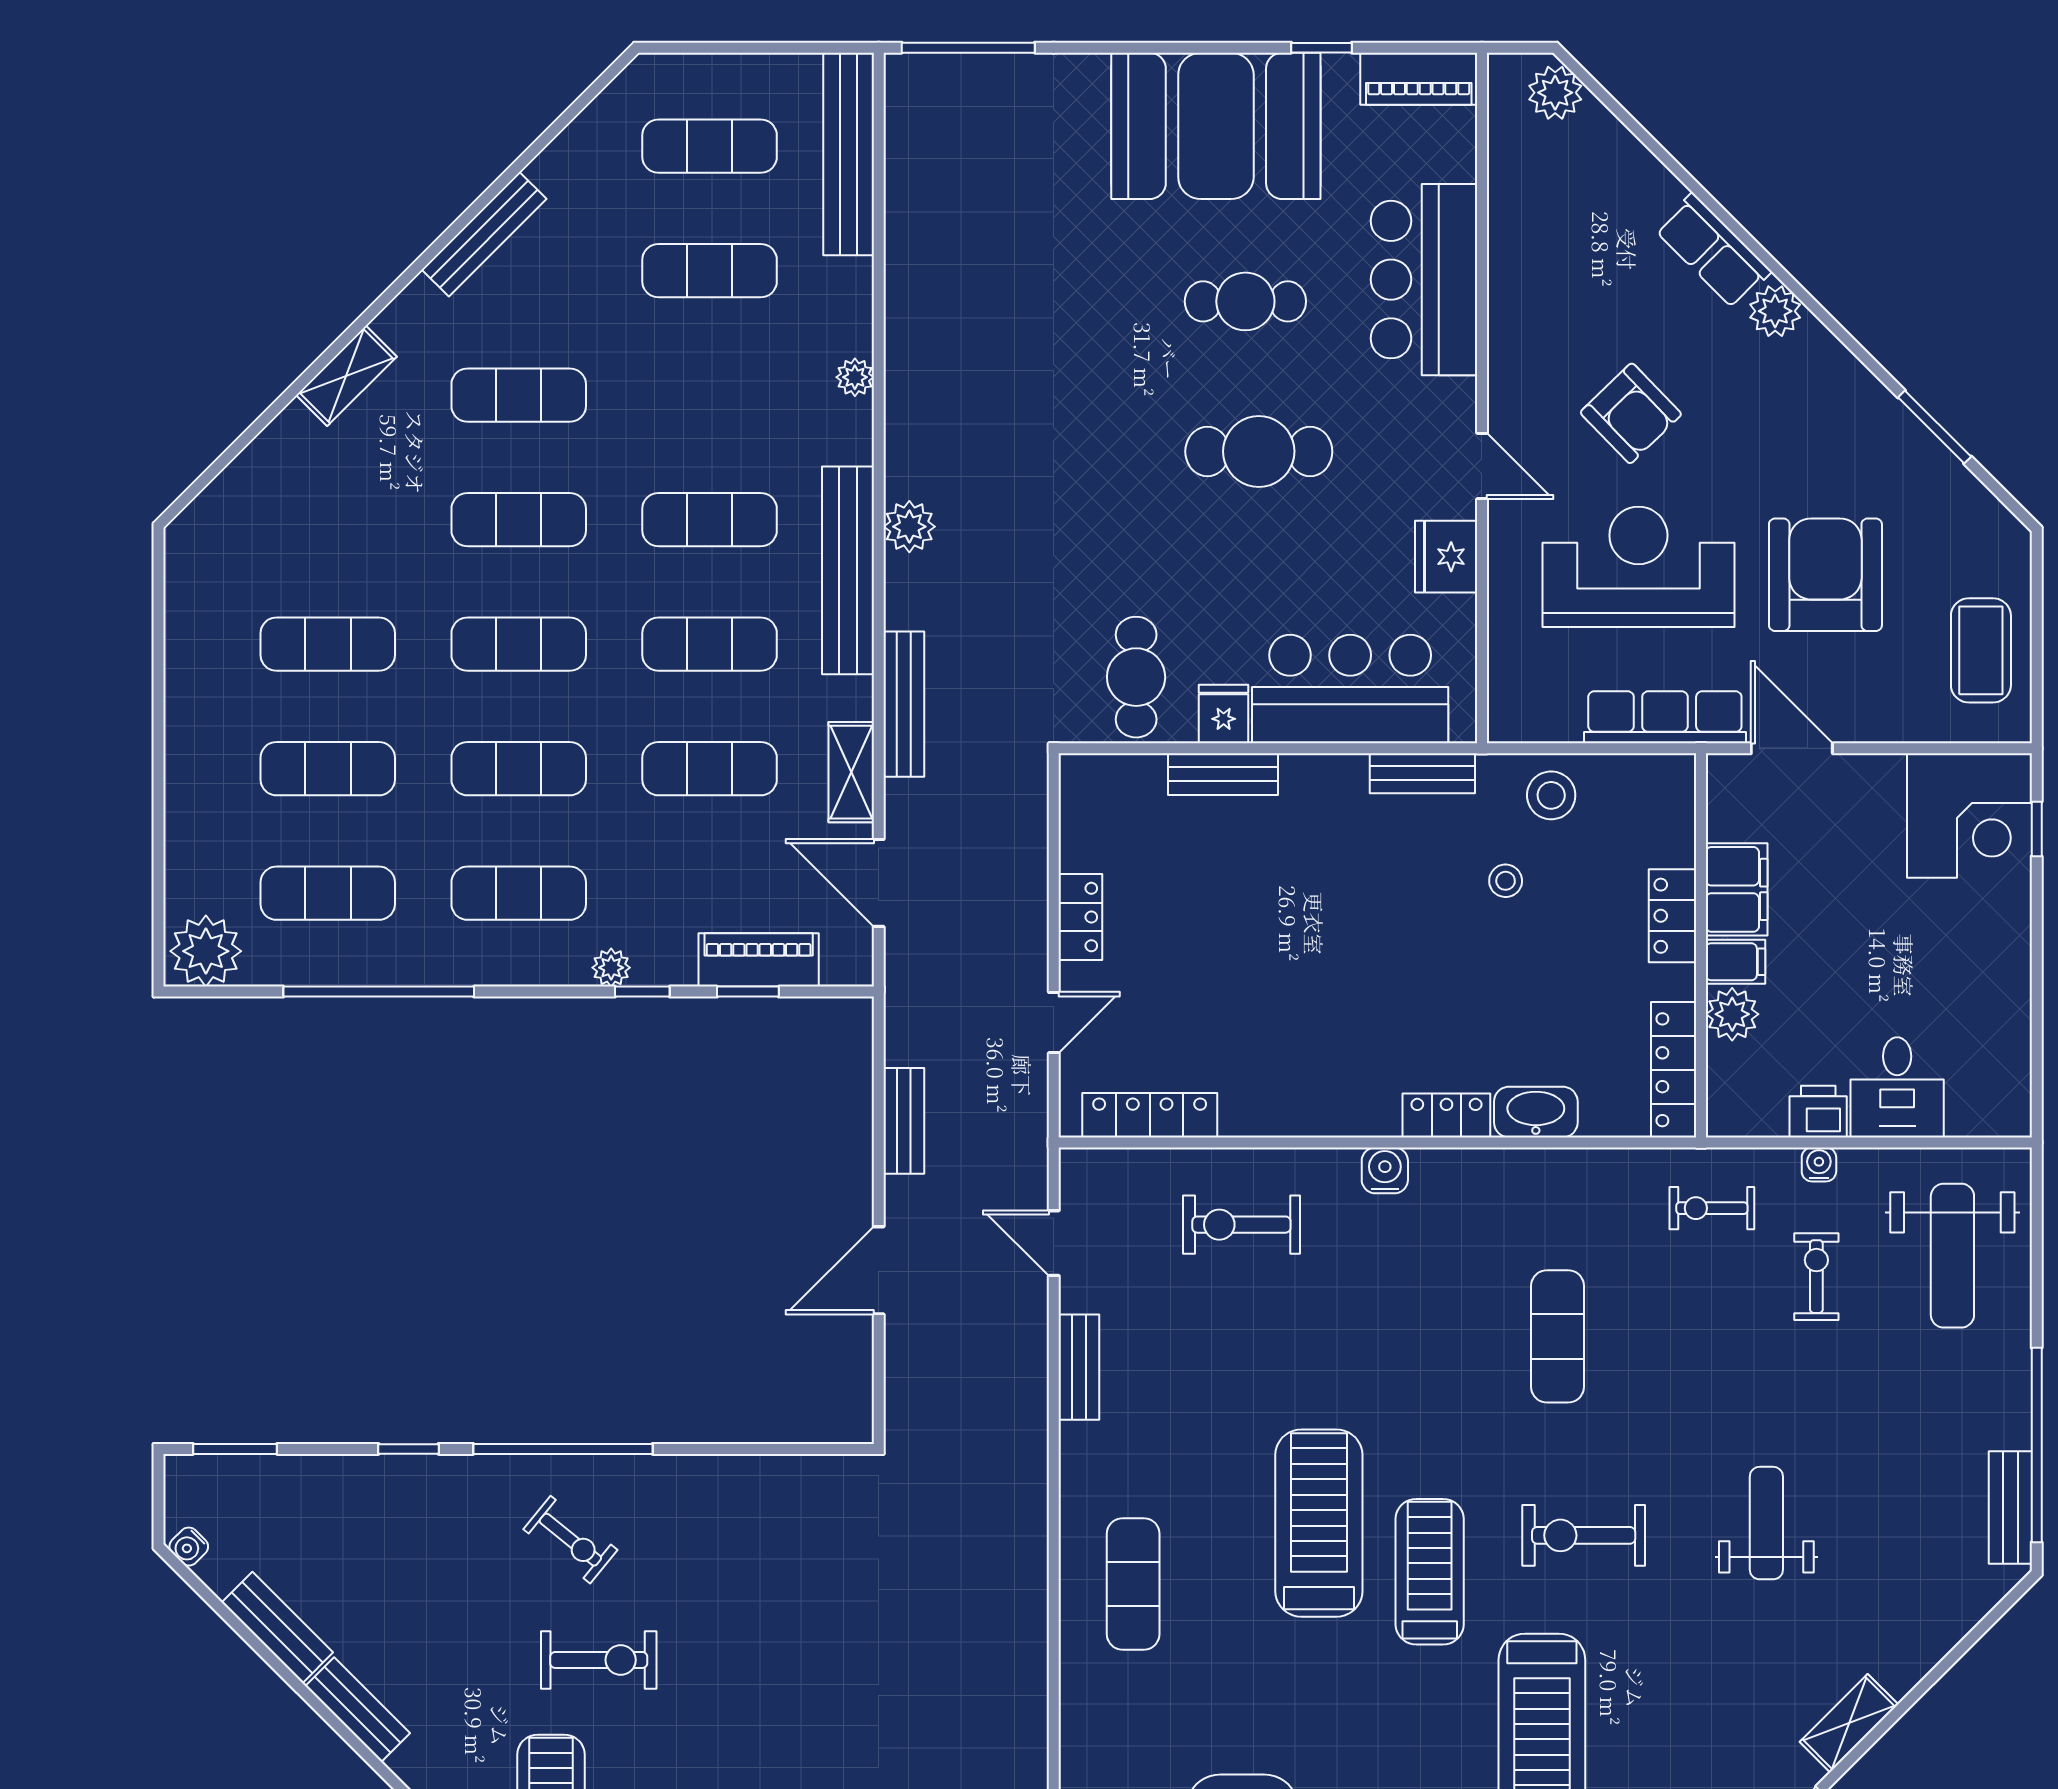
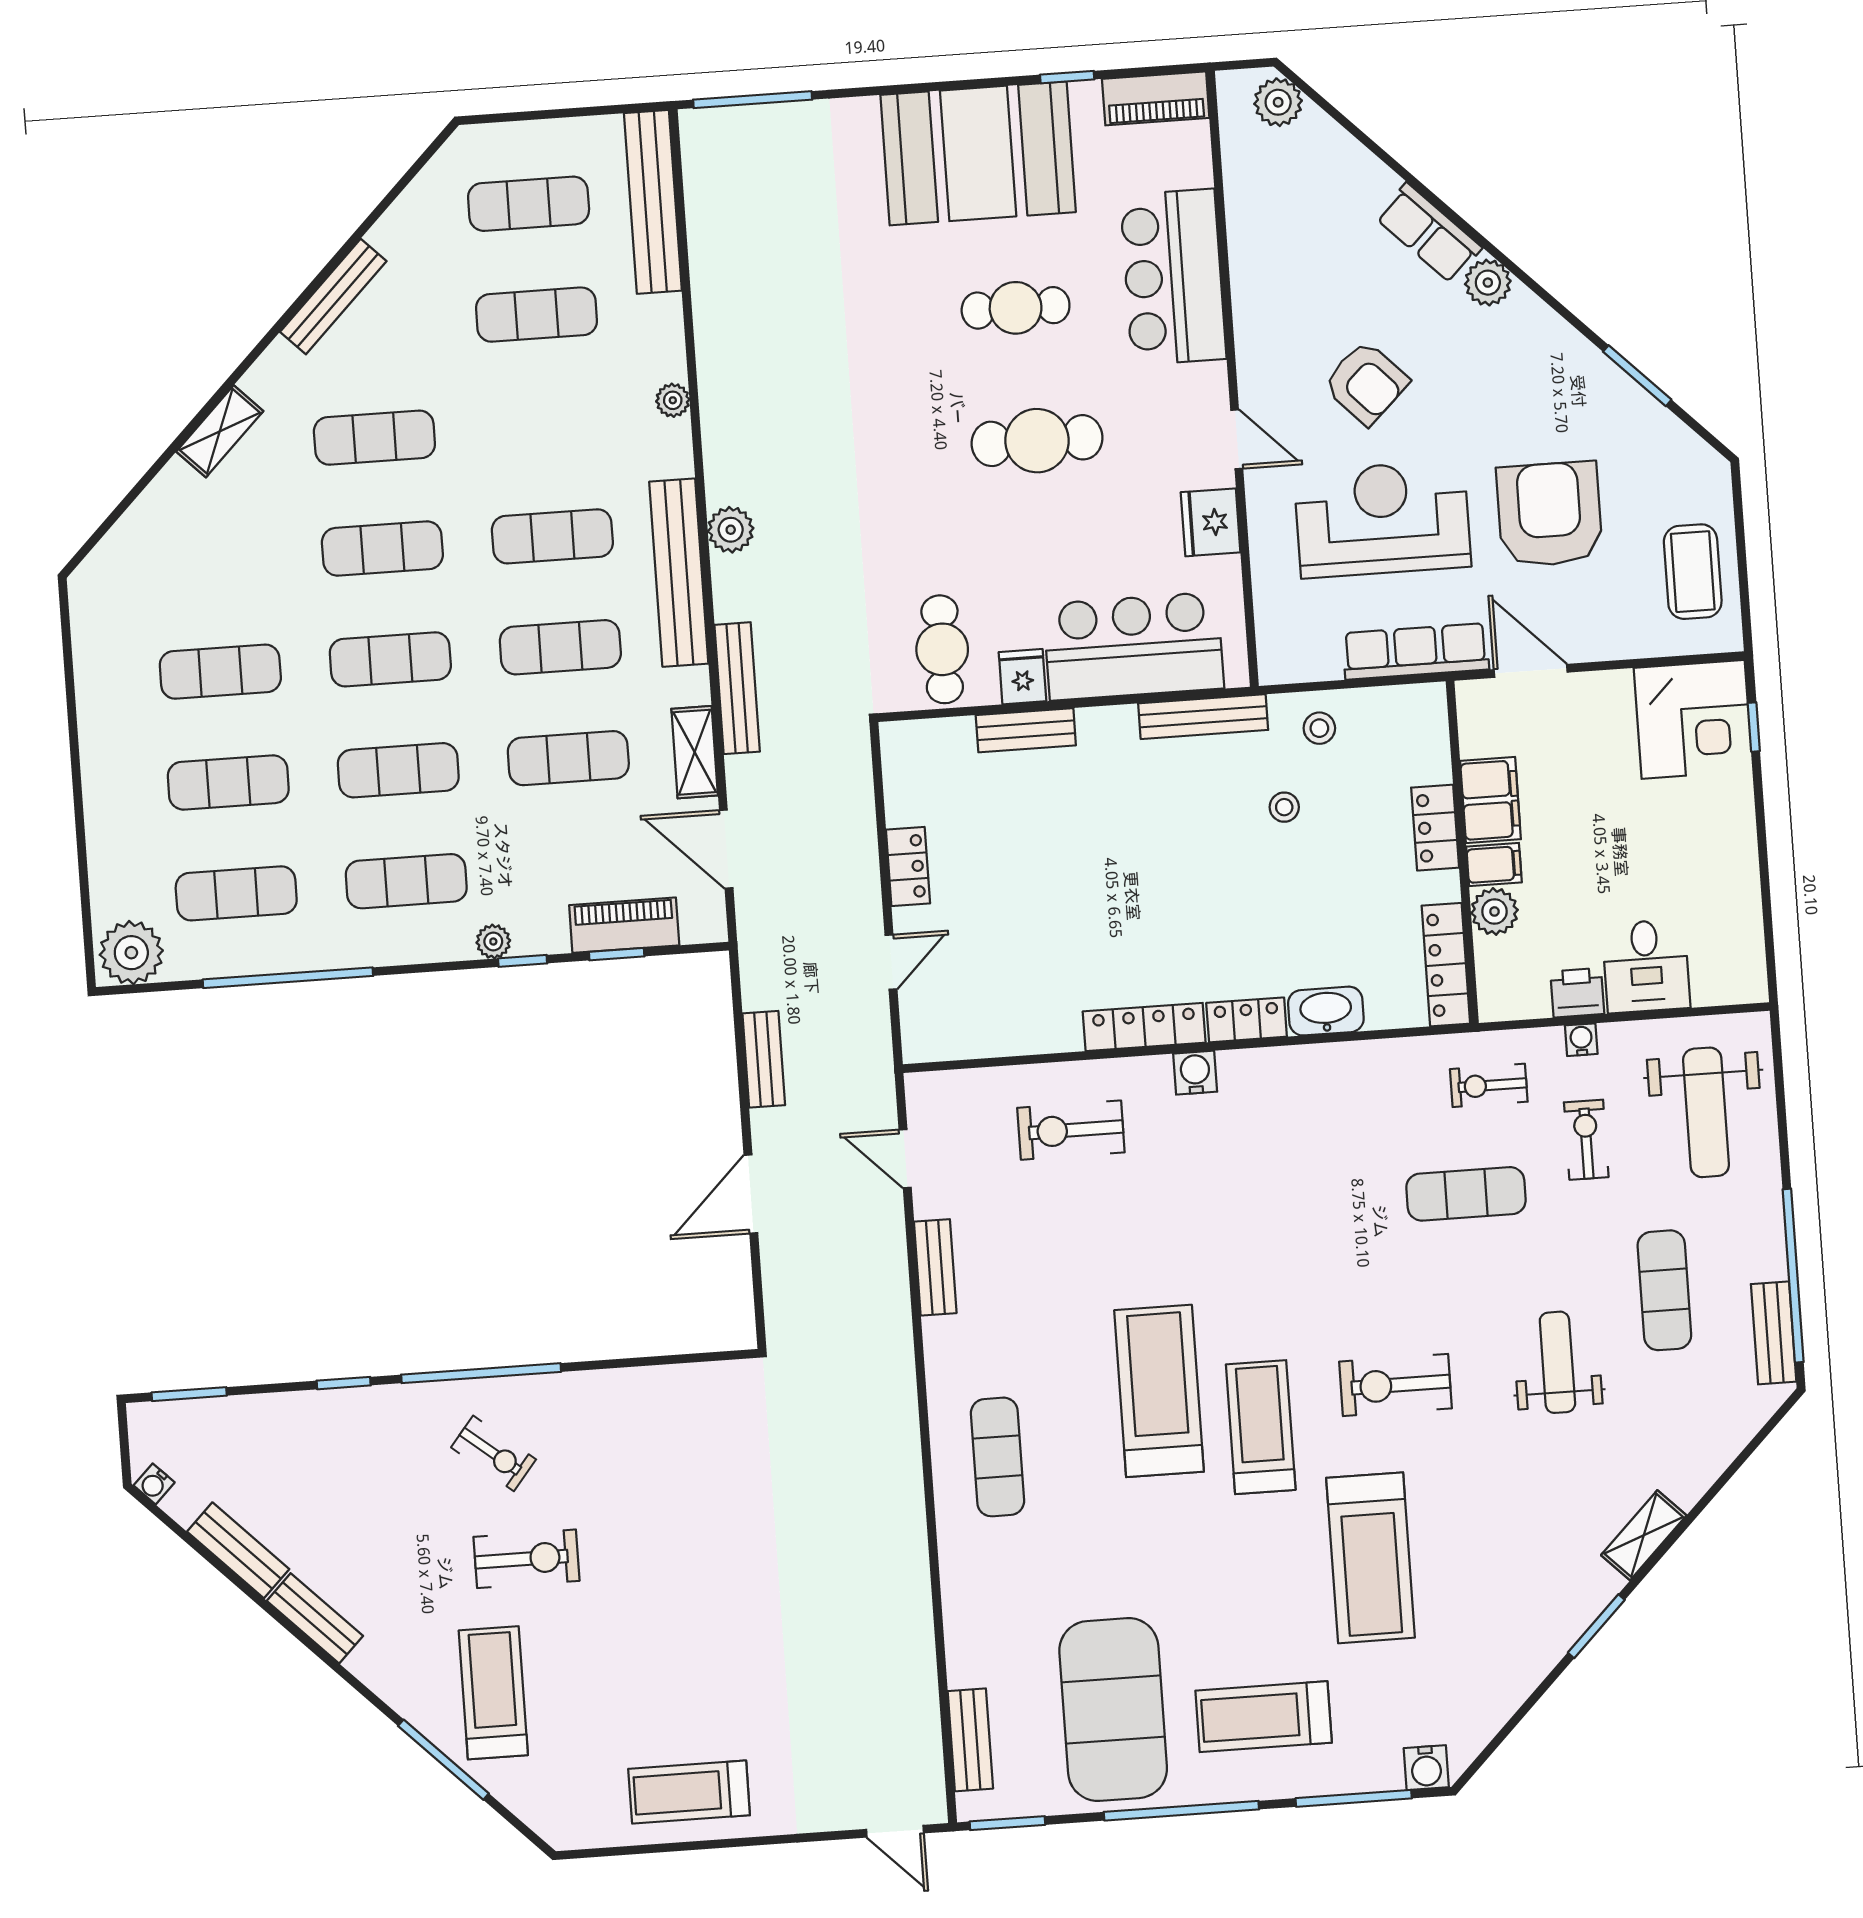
bench: (1422, 773) -> (1203, 717), width x1.36
stool: (1551, 795) -> (1319, 728), width x0.73, depth x0.73
locker: (1150, 1115) -> (1144, 1027), moved
exercise mat: (1558, 1336) -> (1466, 1194), moved, turned 90
exercise mat: (1892, 1451) -> (1664, 1290), added

